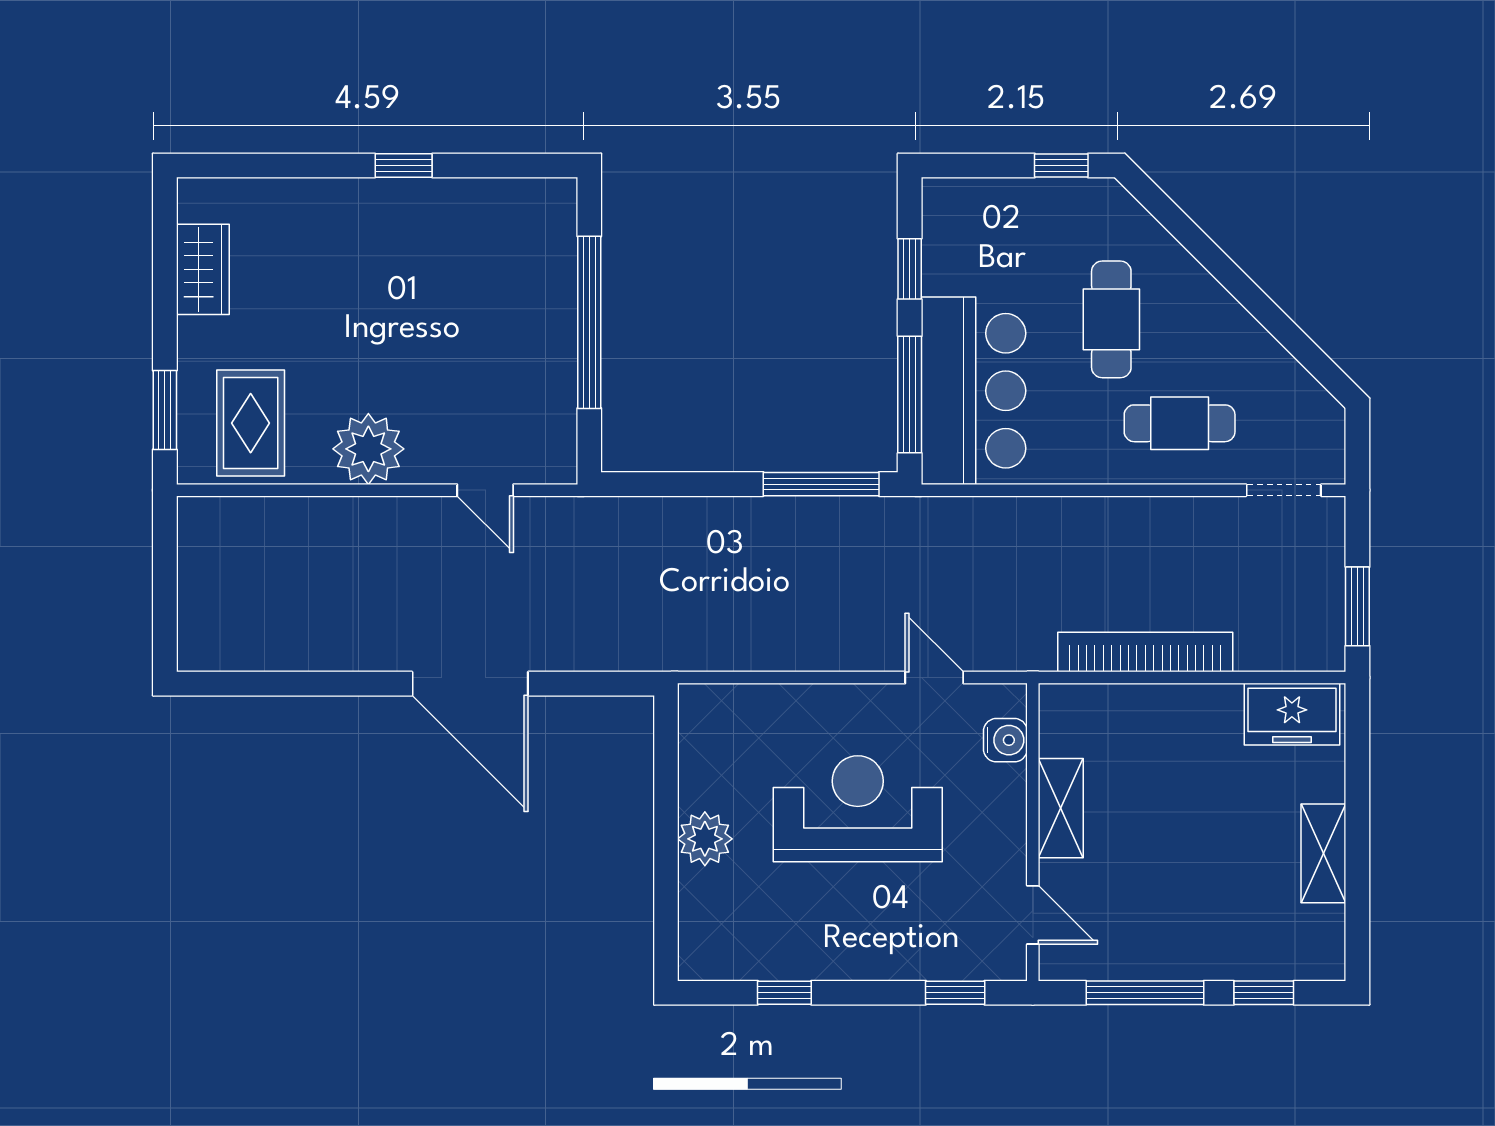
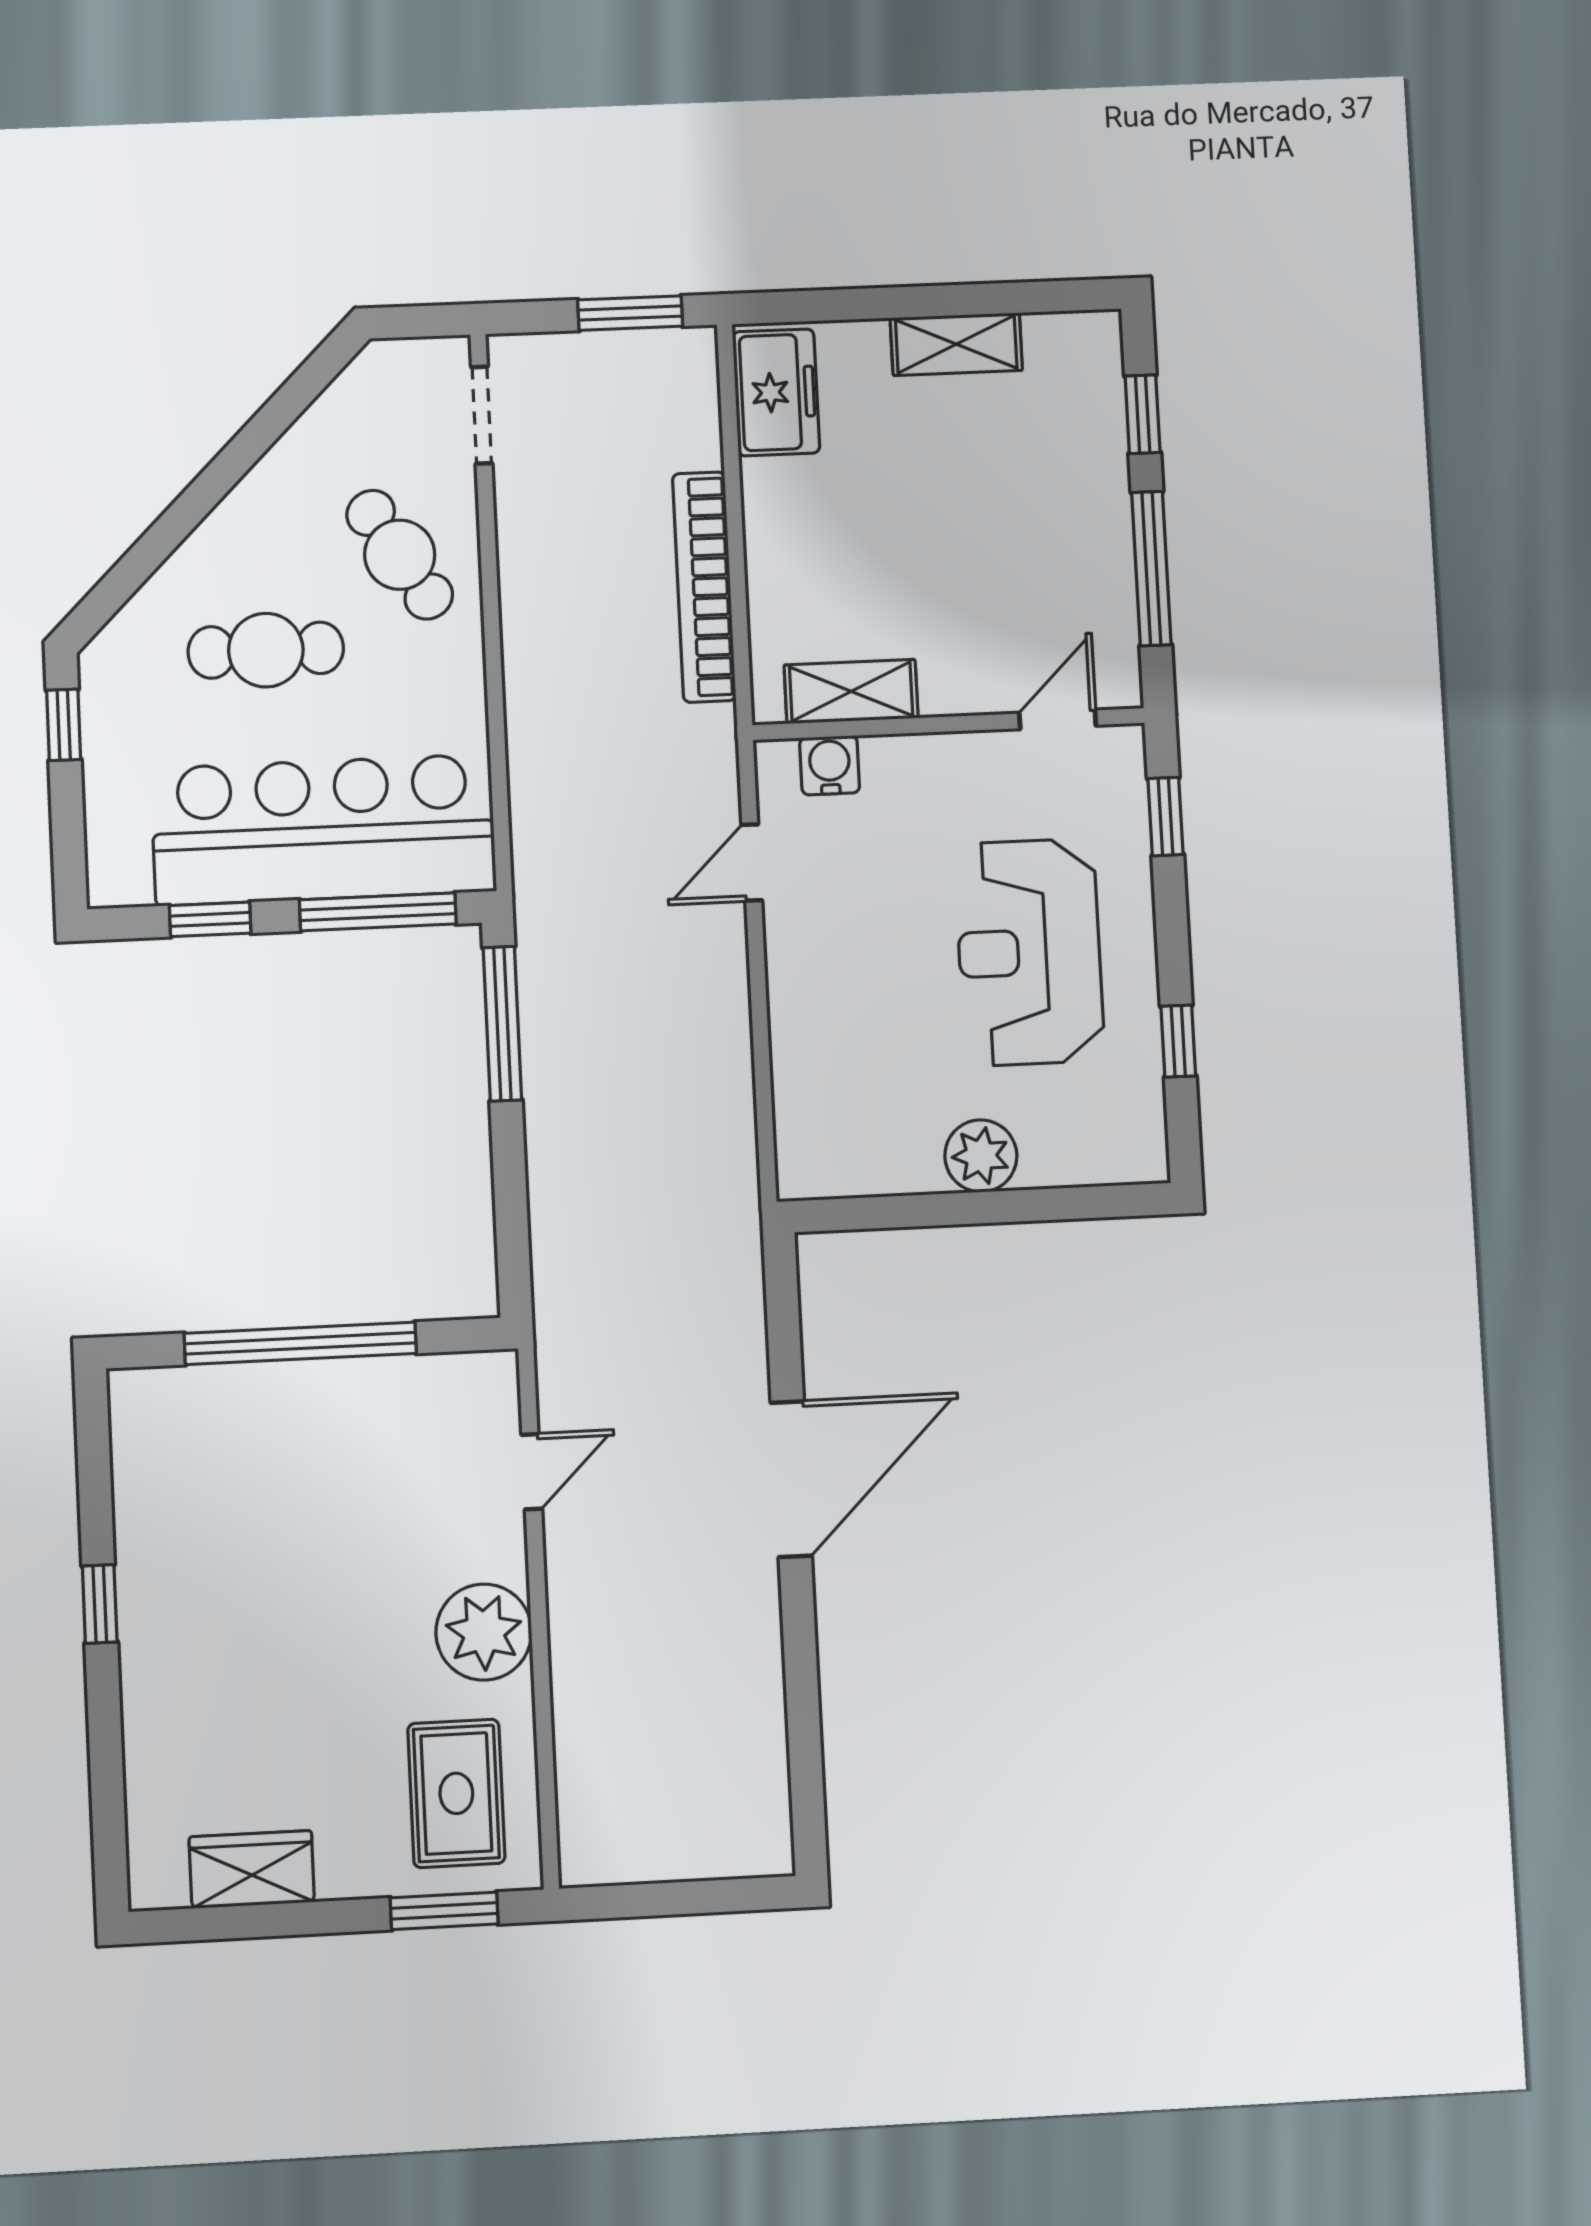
bar counter: (973, 391) -> (324, 830), width x1.36
rug: (251, 423) -> (456, 1793), turned 90
cafe table: (1180, 423) -> (400, 555), turned -32
shelving: (1061, 808) -> (851, 691), moved
reception desk: (858, 809) -> (1029, 952), moved

